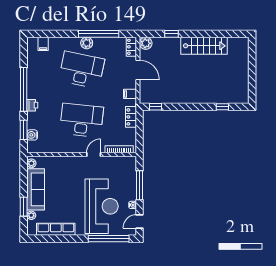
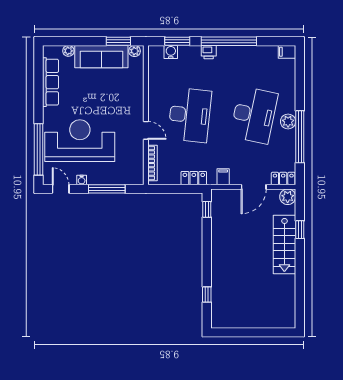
filing cabinet: (43, 44) -> (287, 52), moved
stairs: (204, 46) -> (284, 244), moved
reception desk: (102, 206) -> (80, 141), turned 180
window: (24, 207) -> (118, 41), moved

